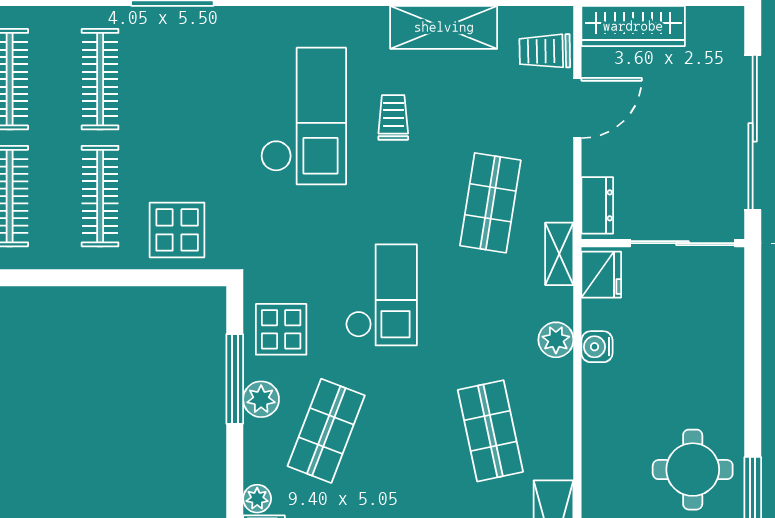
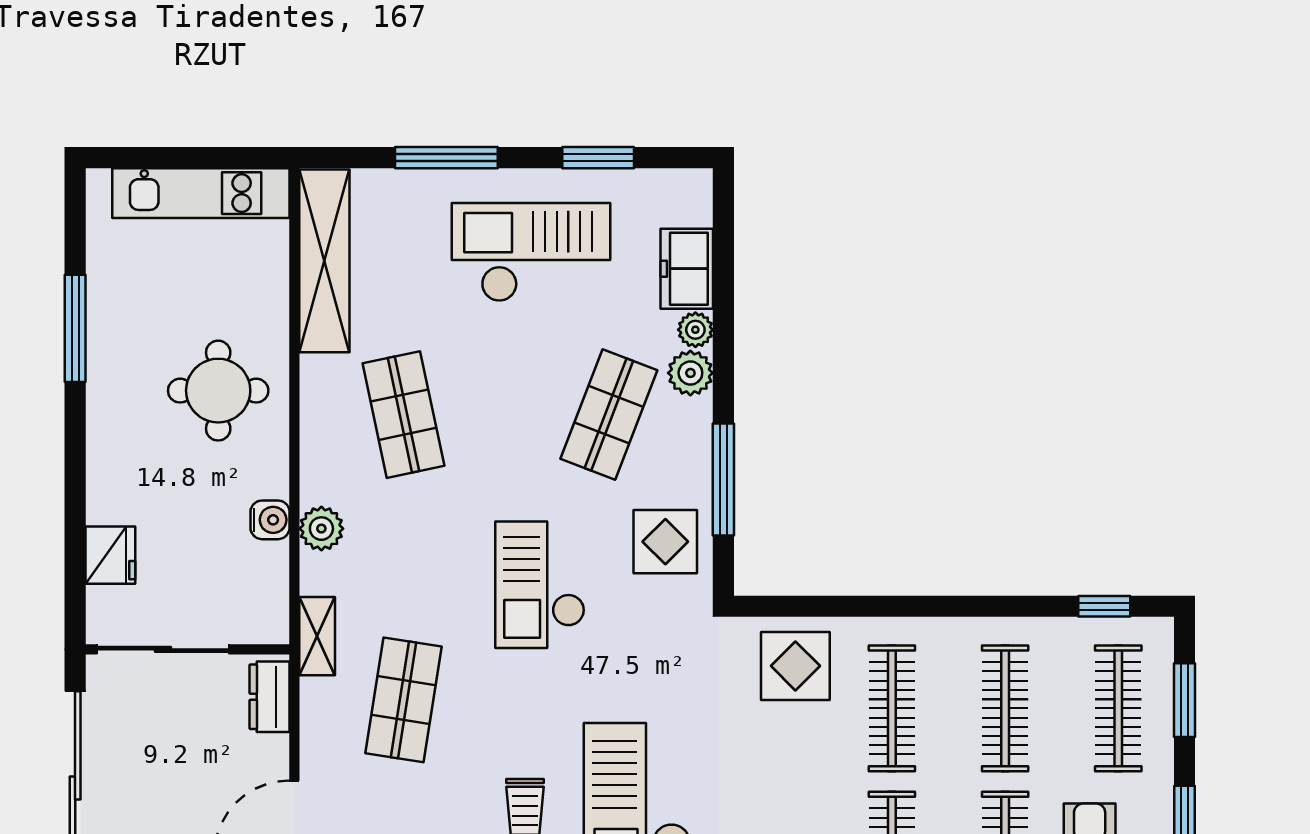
fridge: (601, 275) -> (110, 555), moved, turned 180
plant: (261, 399) -> (690, 373), moved
round table: (693, 470) -> (218, 391), moved

